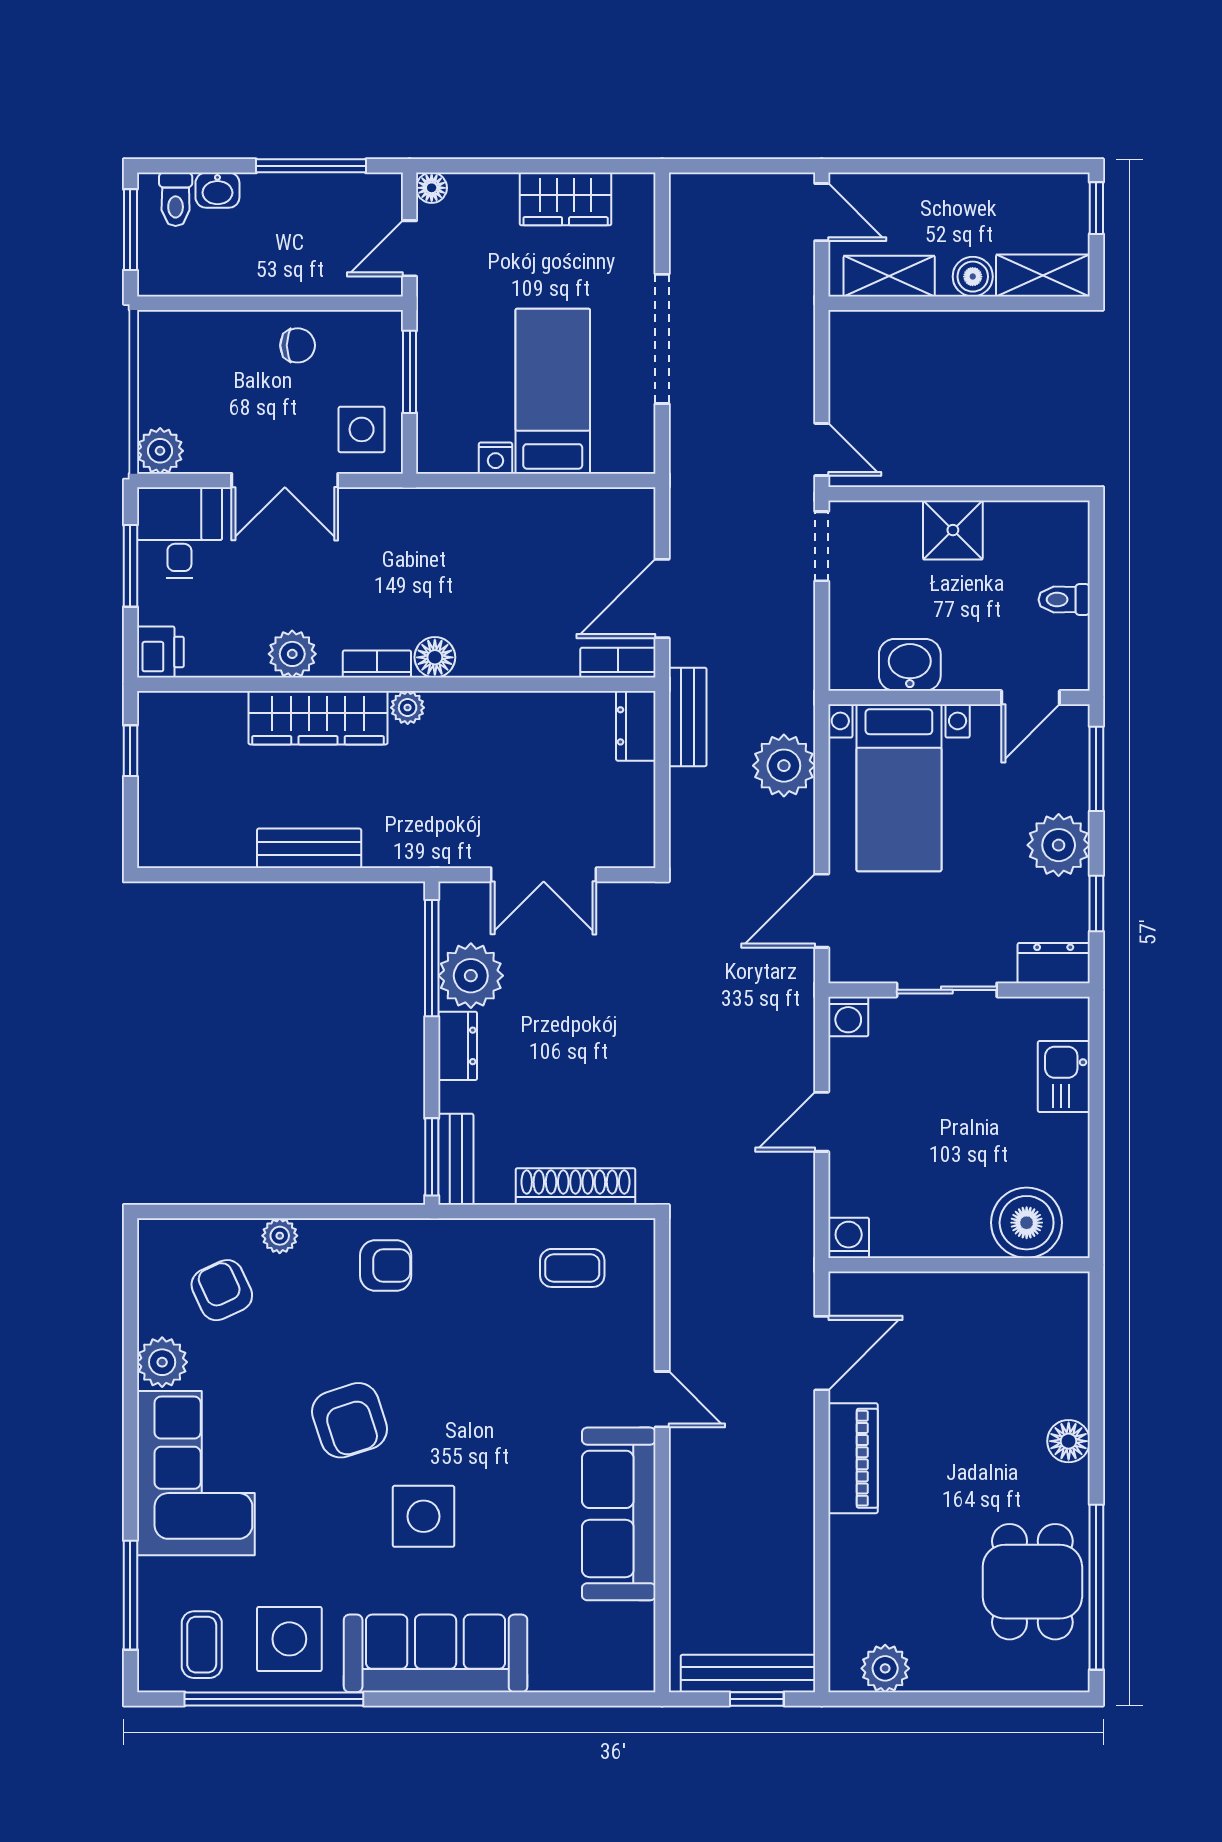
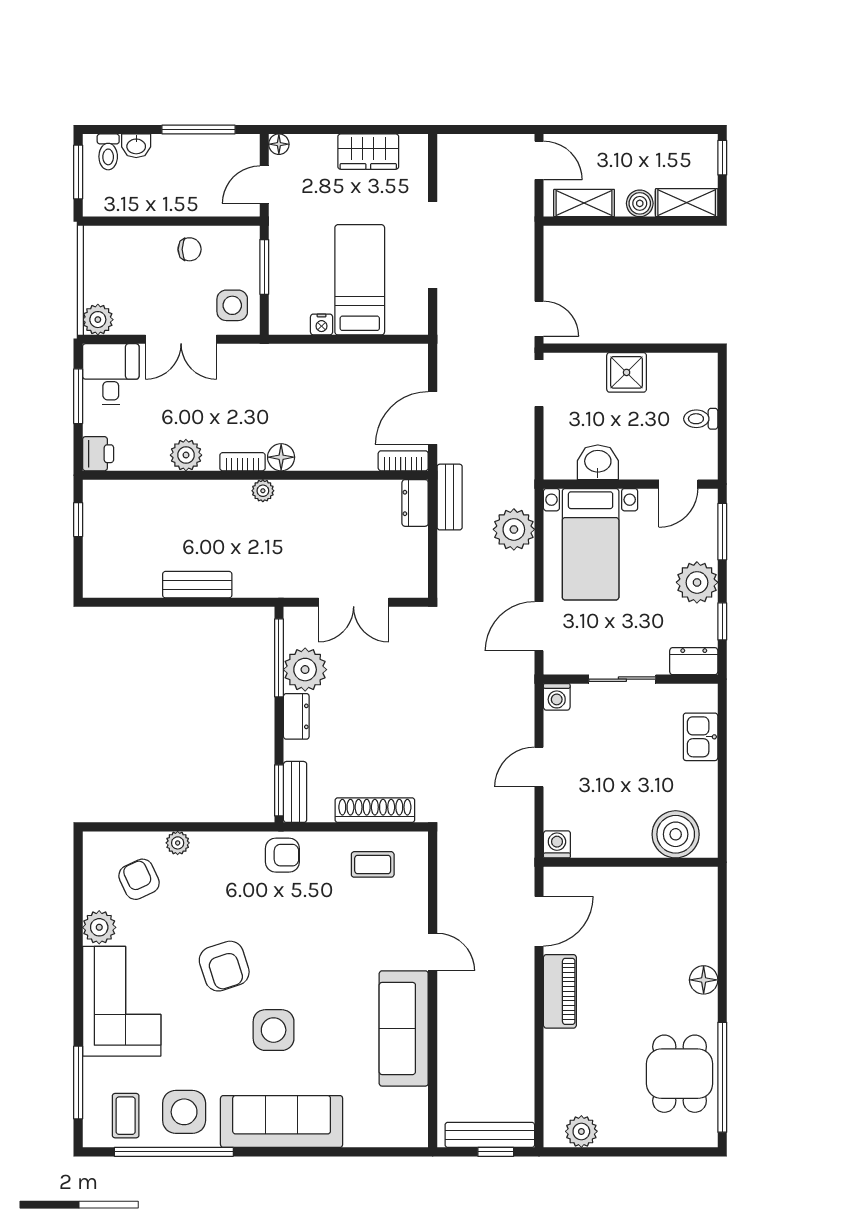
wardrobe: (318, 718) -> (203, 498), removed
armchair: (386, 1265) -> (282, 855), moved

